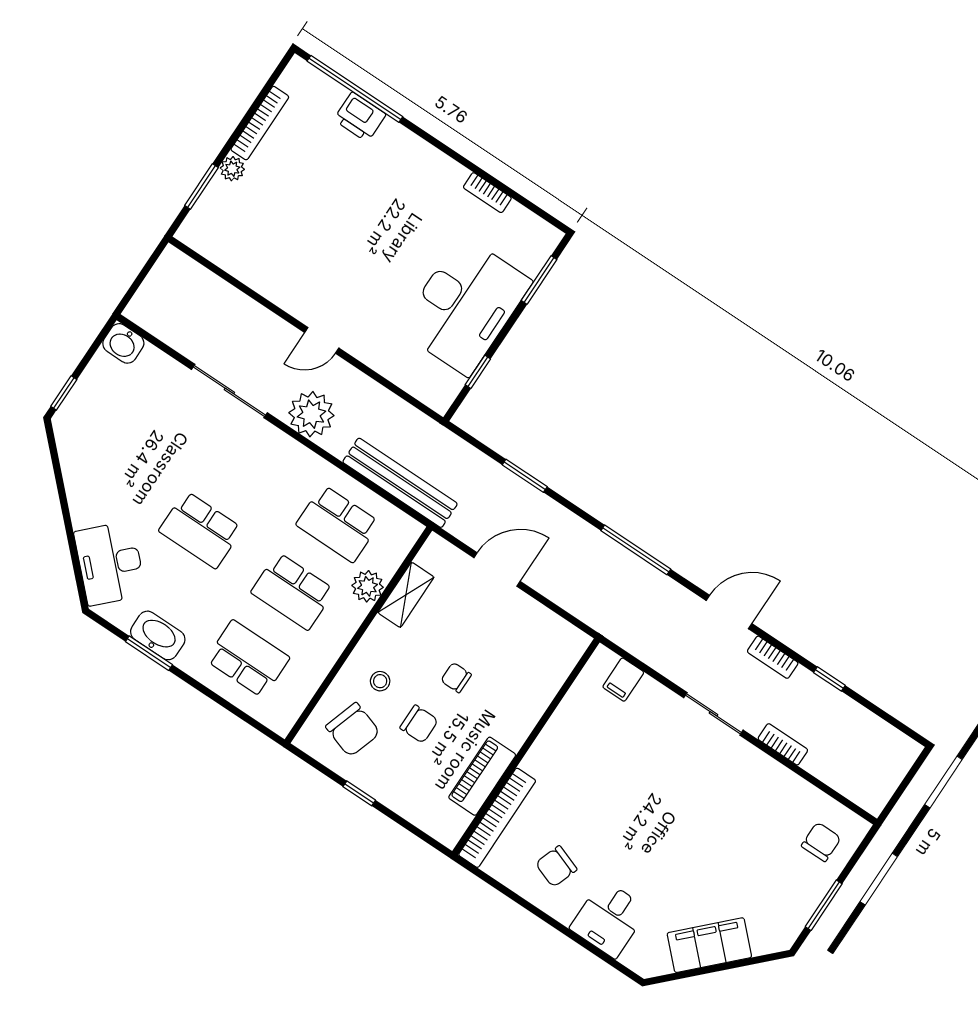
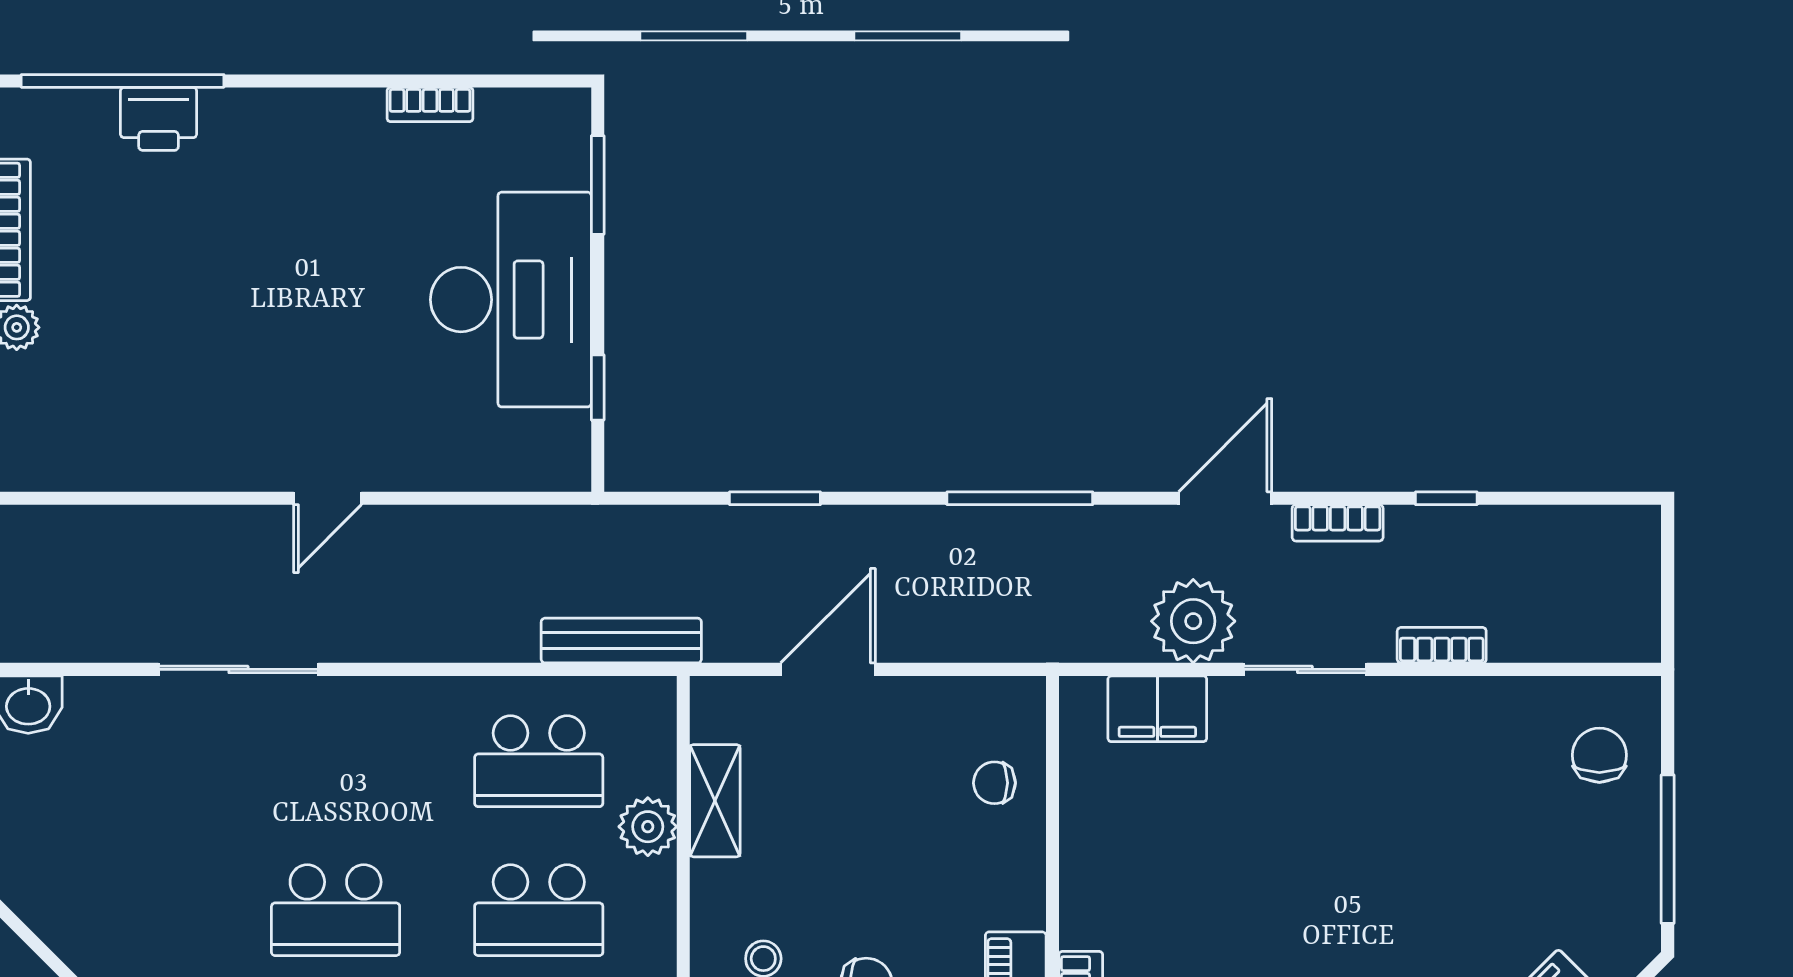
plant: (311, 414) -> (1193, 621), moved
bench: (400, 483) -> (621, 641), width x0.73, depth x0.82
chair: (456, 678) -> (994, 783), moved
filing cabinet: (623, 680) -> (1157, 709), width x2.00
window: (824, 905) -> (1668, 849), width x1.44

